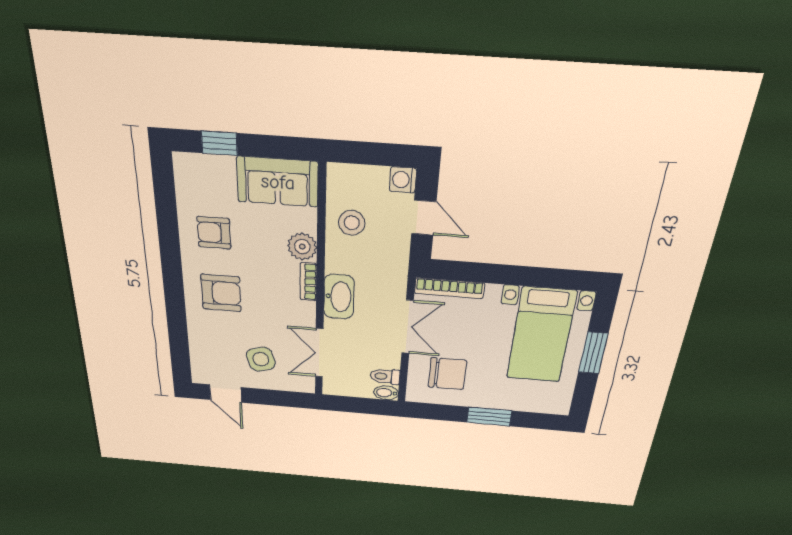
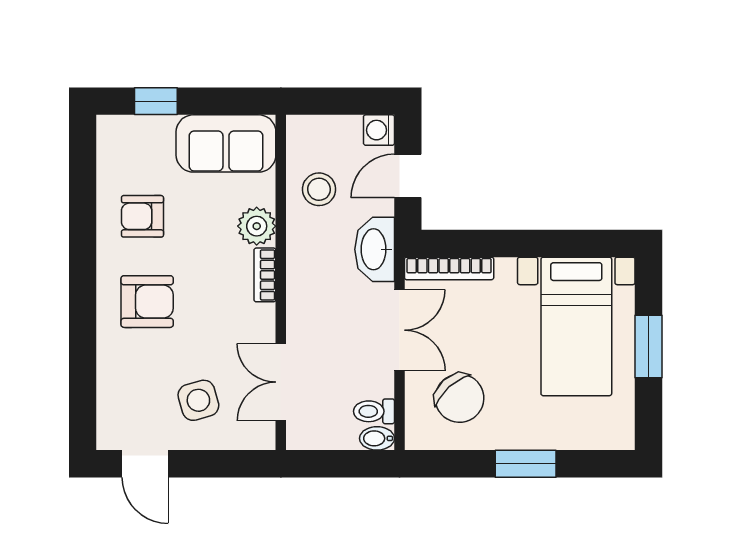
door: (424, 218) -> (408, 176), swing flipped
washbasin: (339, 297) -> (375, 249), moved, turned 180
chair: (447, 374) -> (460, 398), turned 48

